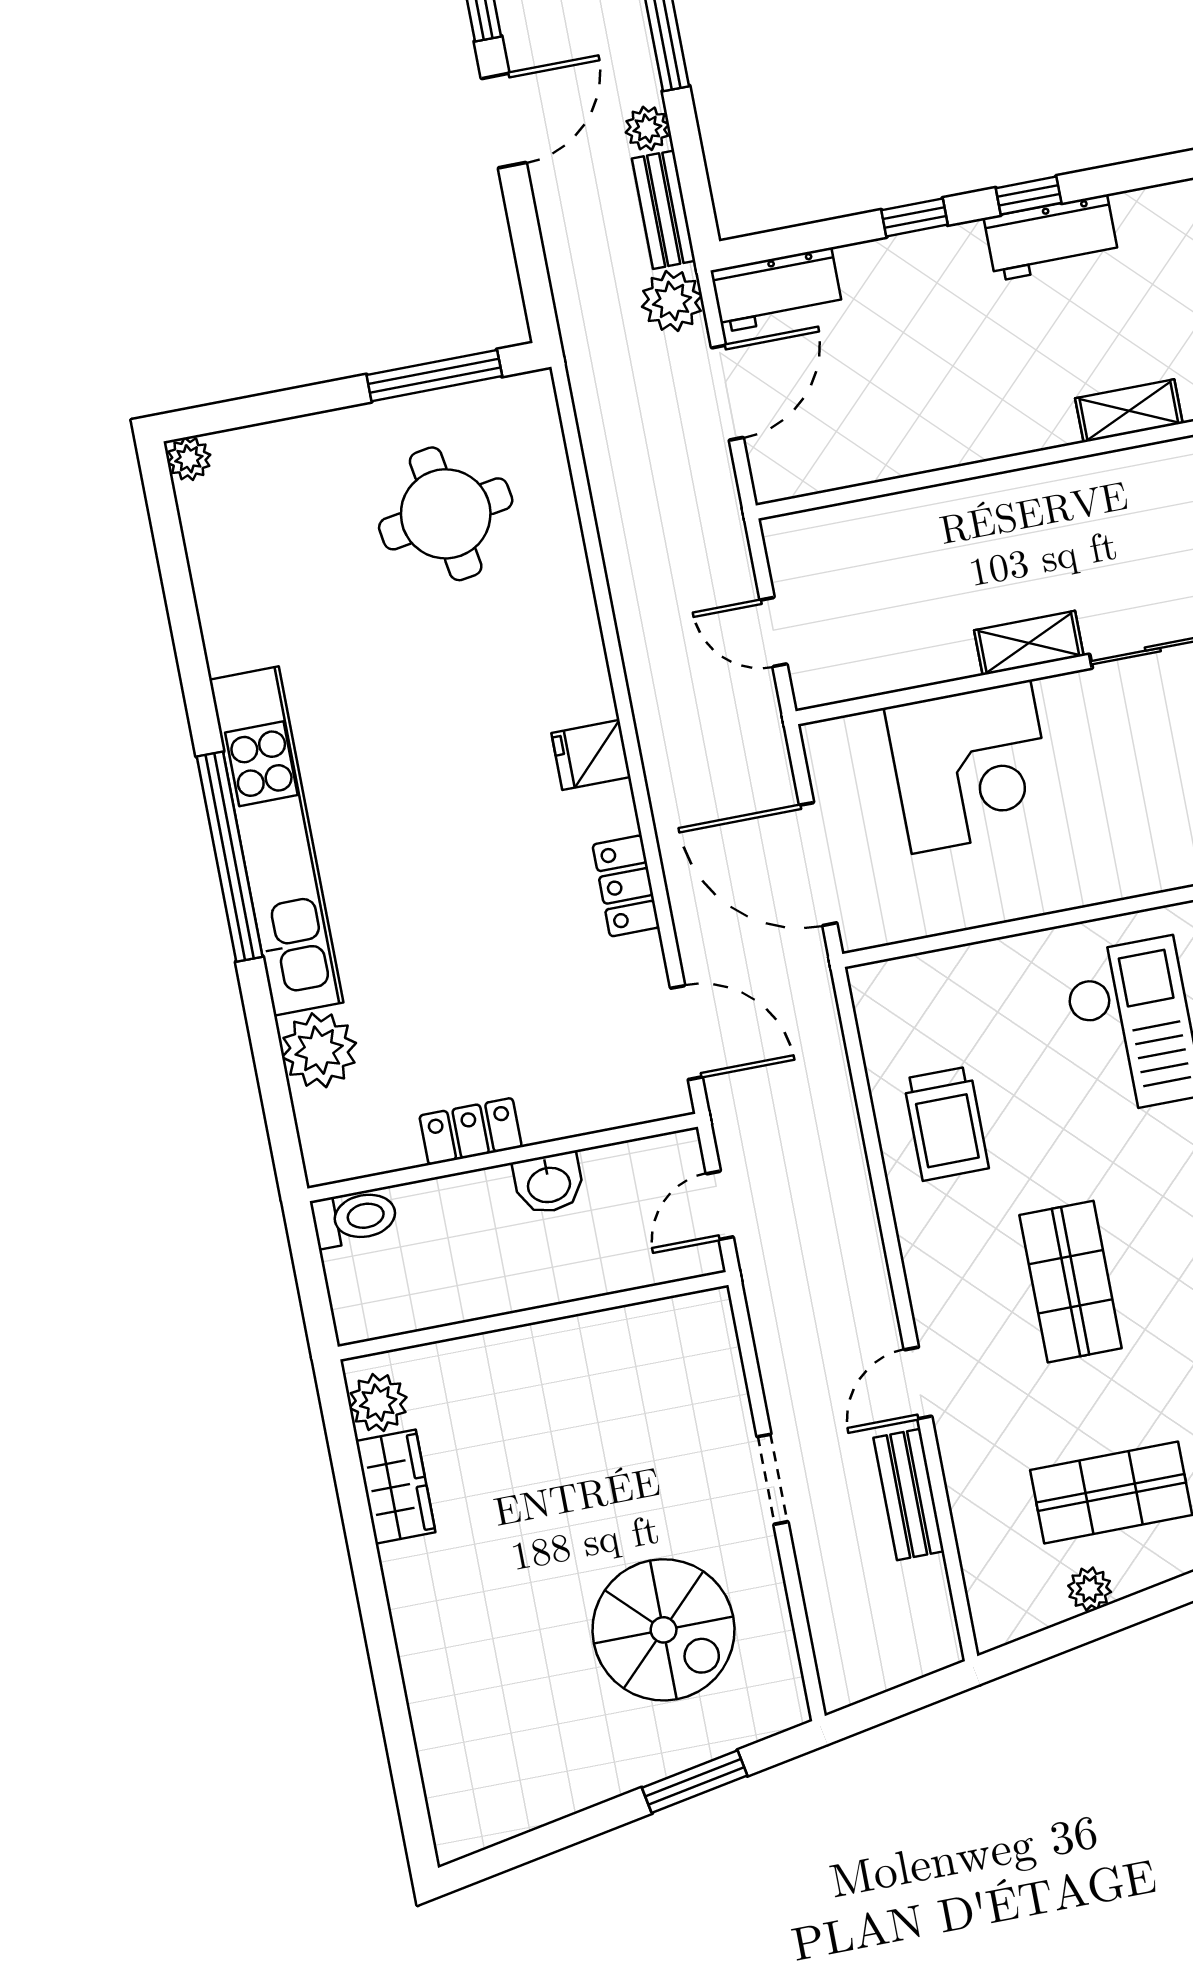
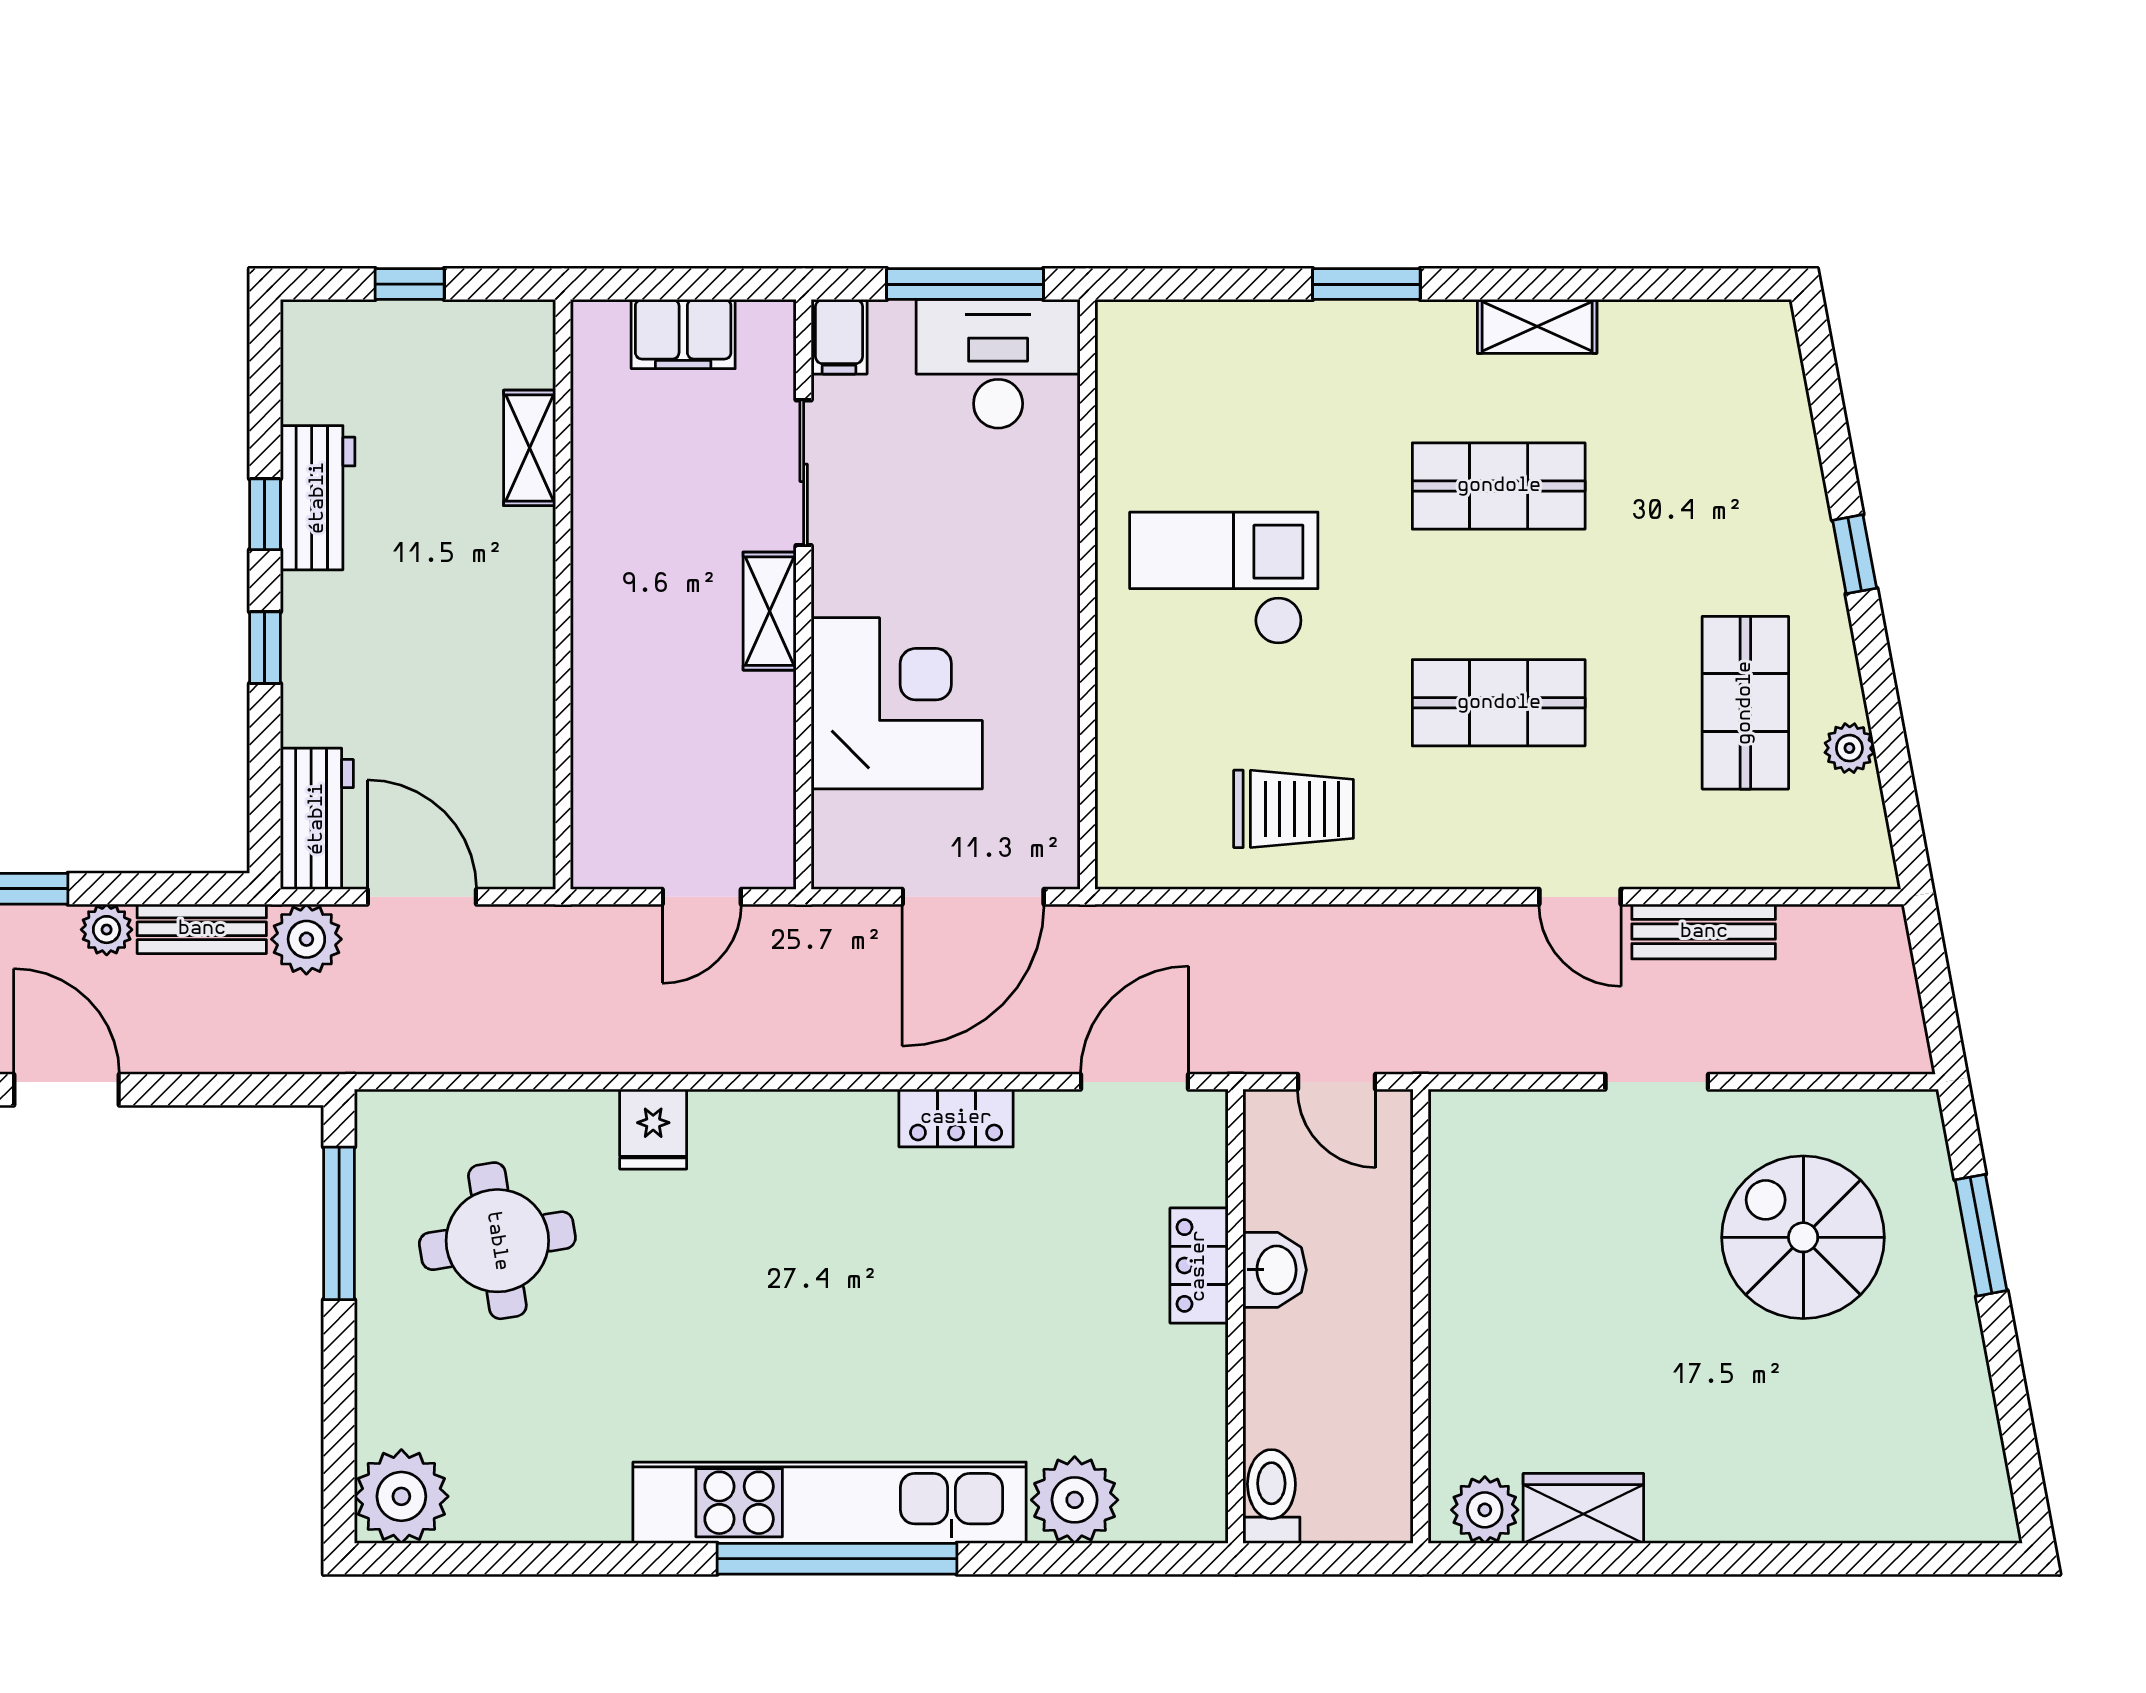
plant: (189, 459) -> (401, 1496), width x1.88, depth x1.88
fridge: (591, 755) -> (653, 1129), moved
locker: (471, 1131) -> (1199, 1266), moved
spiral stairs: (664, 1630) -> (1803, 1237), turned -90

